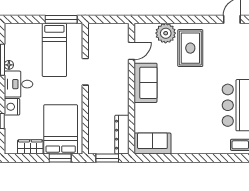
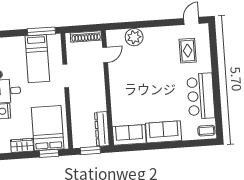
shoe rack: (111, 29) -> (86, 36), added
rug: (190, 48) -> (188, 51), moved, width x0.73, depth x0.70
sofa: (145, 83) -> (164, 132), moved, turned -90

